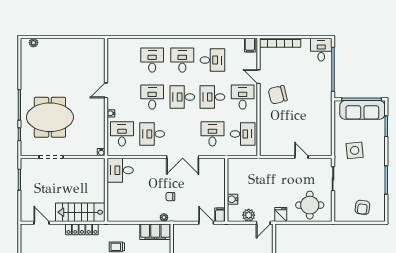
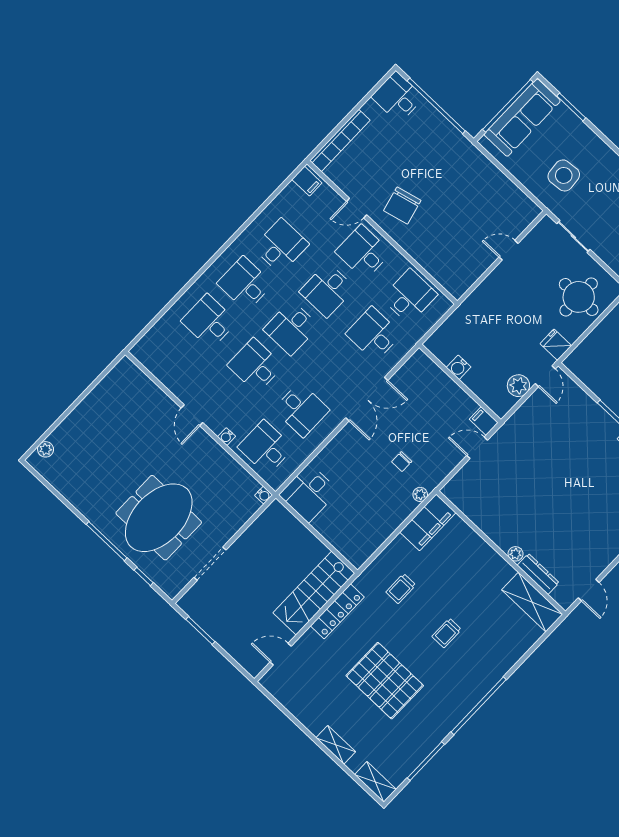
desk: (152, 134) -> (302, 410), turned -90
water cooler: (232, 199) -> (459, 367), moved

